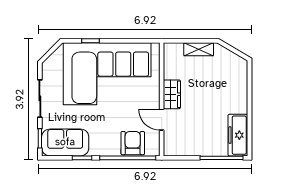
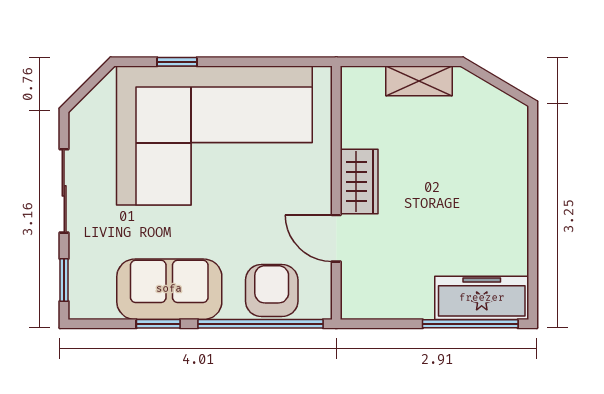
freezer: (238, 135) -> (482, 298), moved, turned 90
sofa: (65, 142) -> (169, 289), moved

